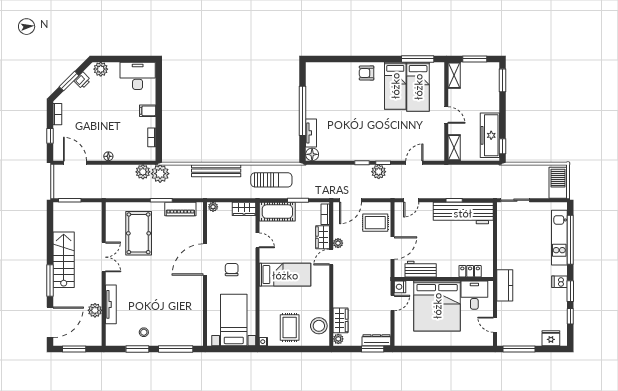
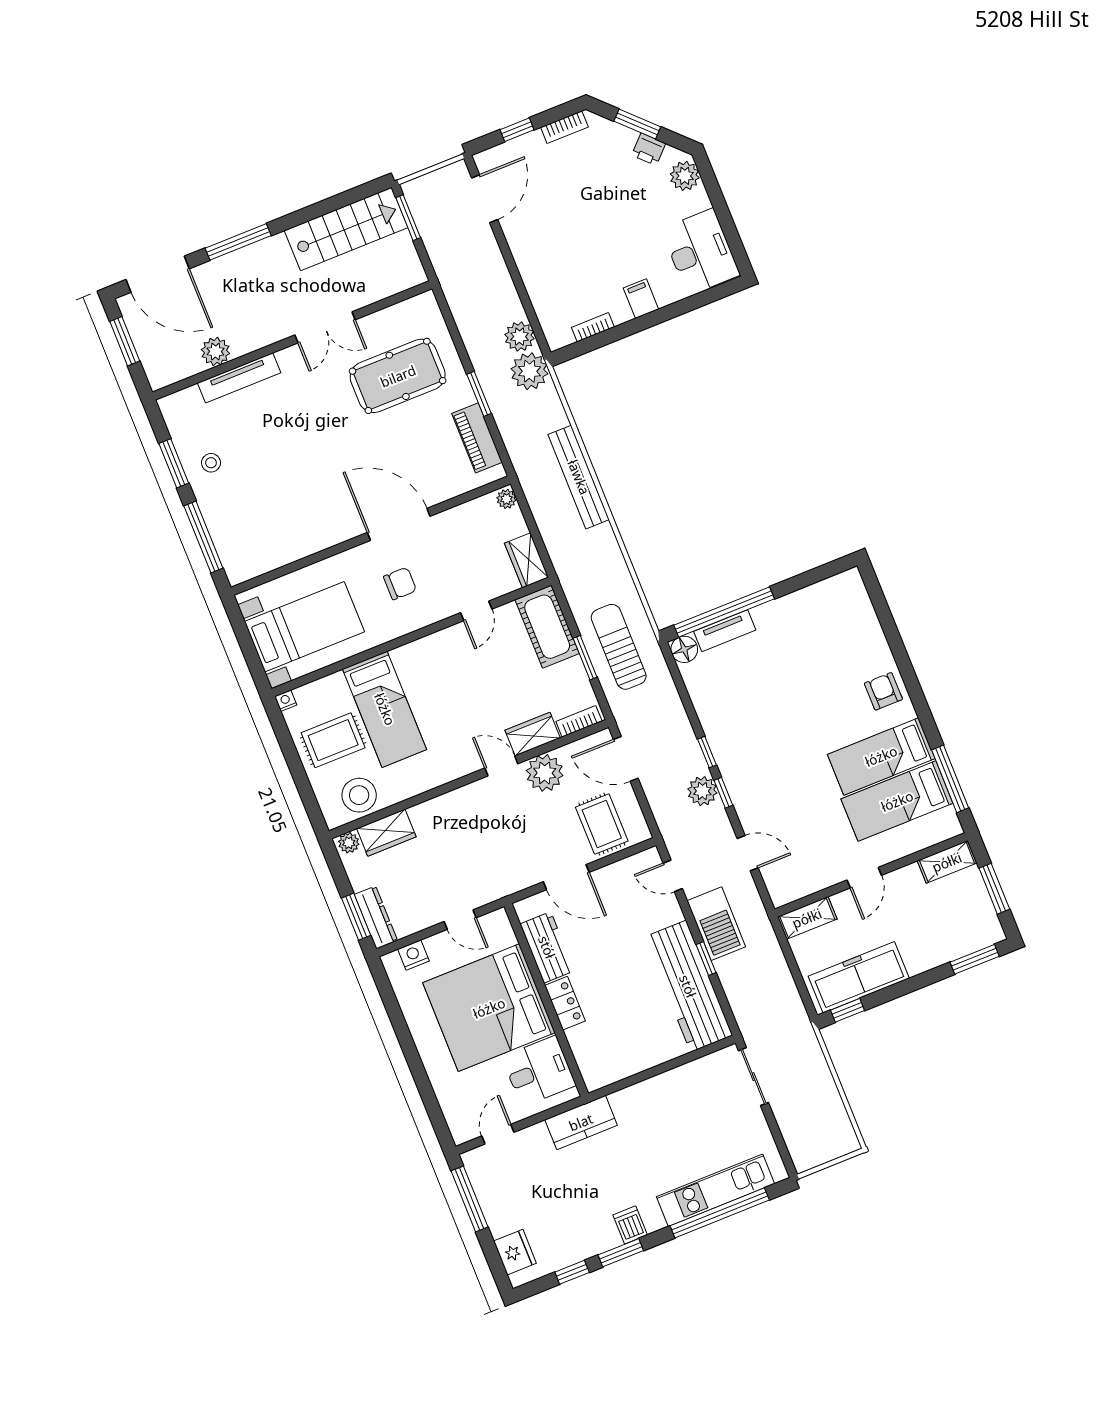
window: (303, 111) -> (724, 612), moved
floor lamp: (108, 156) -> (523, 258), removed
sun lounger: (271, 180) -> (619, 647), moved, turned 180
barbecue: (558, 183) -> (716, 924), moved, turned 90
plant: (338, 243) -> (545, 773), width x1.88, depth x1.88
stairs: (64, 260) -> (346, 229), moved
locker: (470, 271) -> (565, 1003), moved
bed: (285, 275) -> (385, 709), moved
nightstand: (400, 287) -> (413, 955), moved

